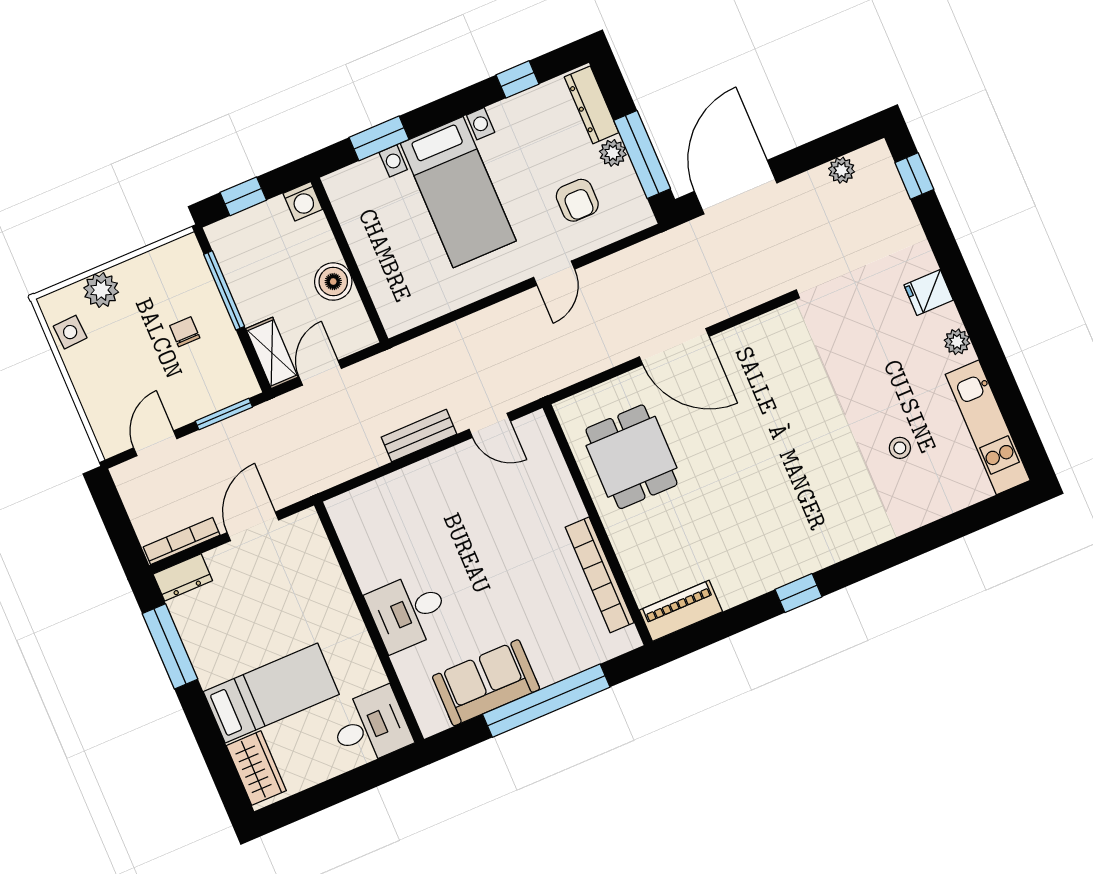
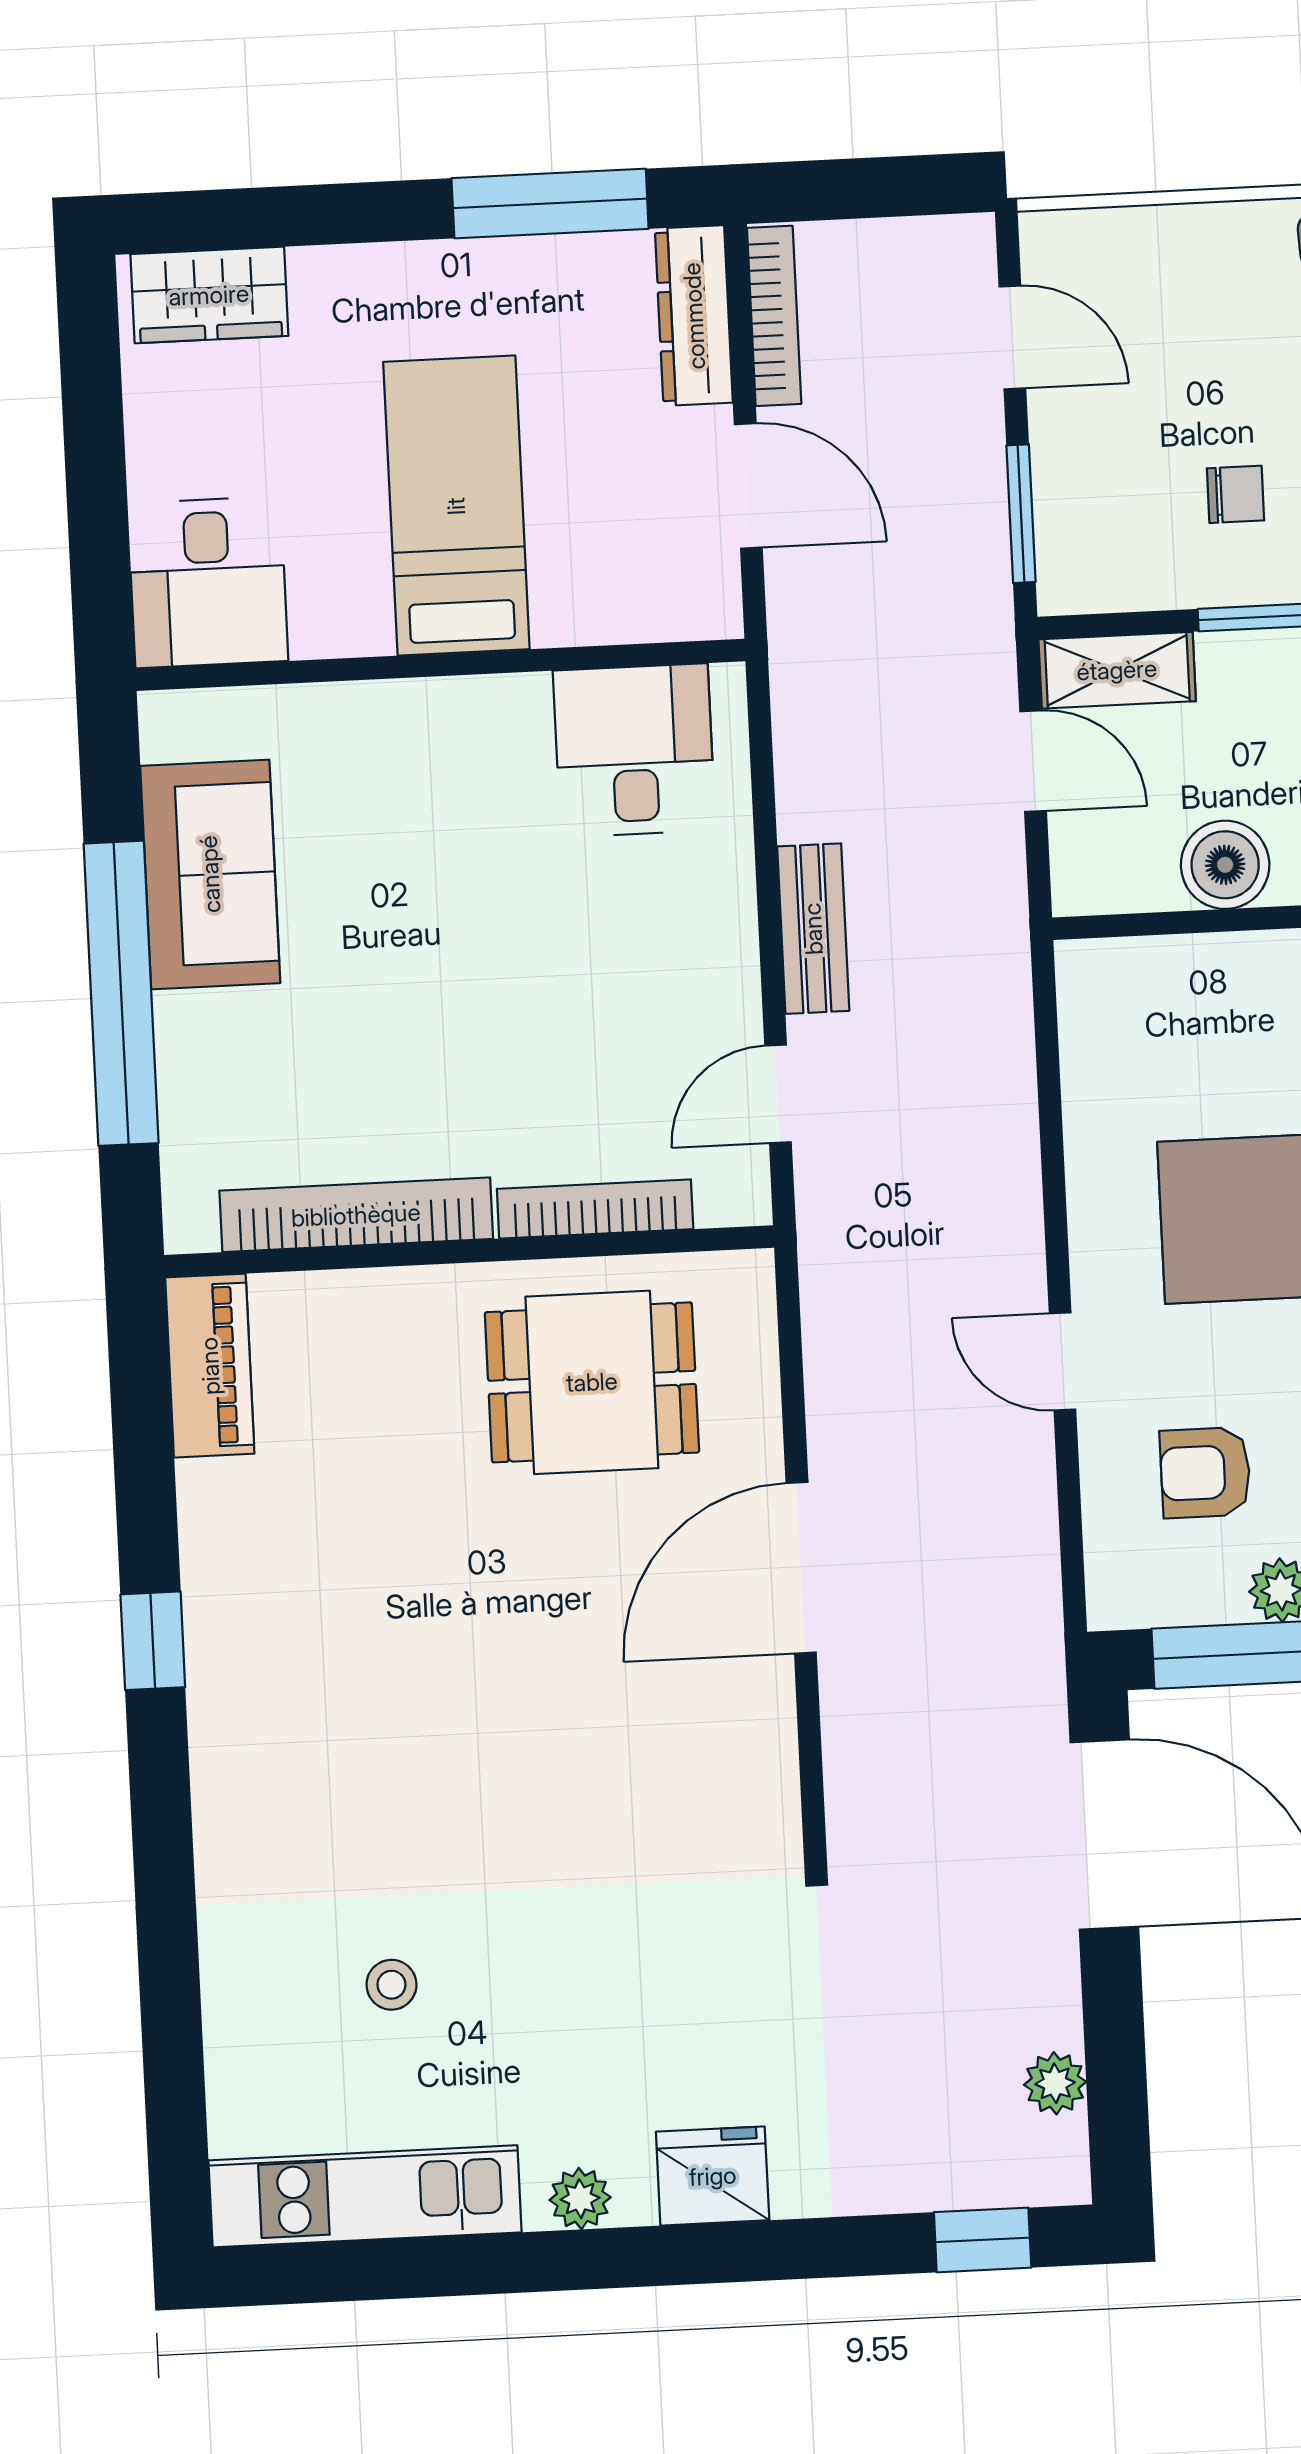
fridge: (929, 292) -> (713, 2176), width x1.38
bookcase: (562, 481) -> (595, 1209), added
dresser: (183, 577) -> (694, 316), width x1.44
desk: (408, 612) -> (634, 750), moved
bed: (271, 693) -> (456, 506), moved, turned 180

